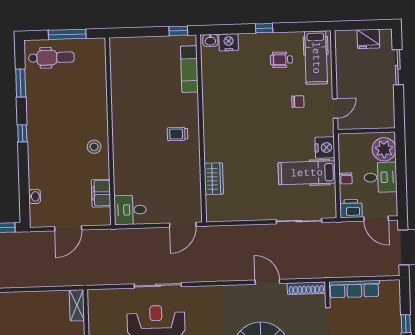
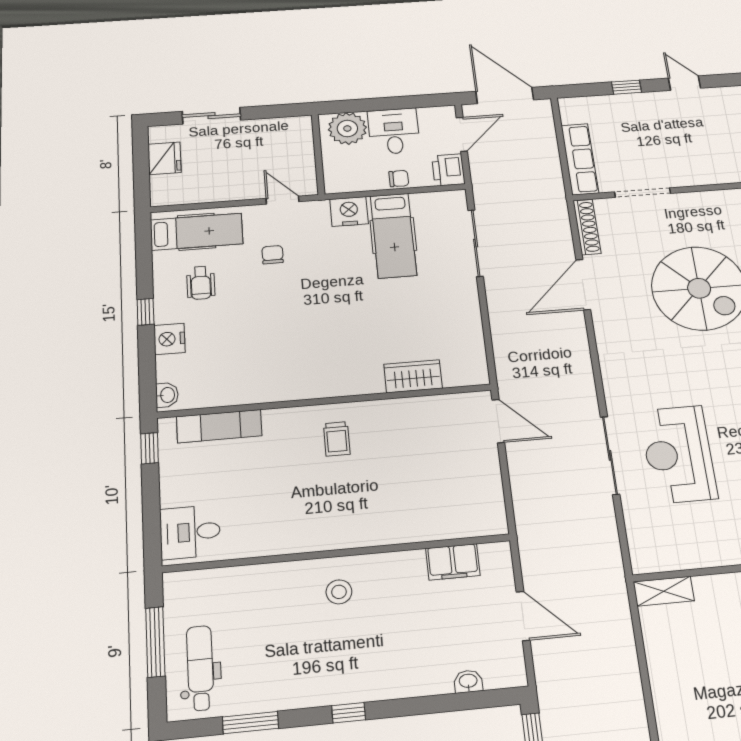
nightstand: (229, 42) -> (169, 339), moved
stool: (94, 147) -> (339, 592), moved
desk: (130, 210) -> (190, 532), moved, turned 90
door: (267, 282) -> (583, 285), width x1.36

